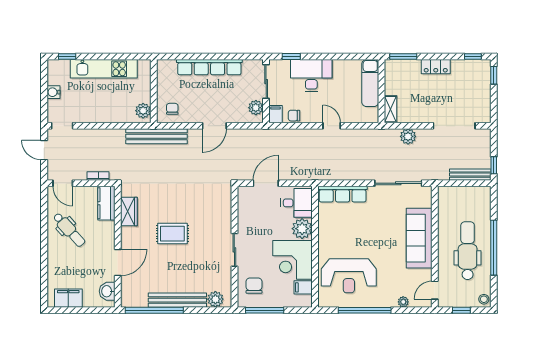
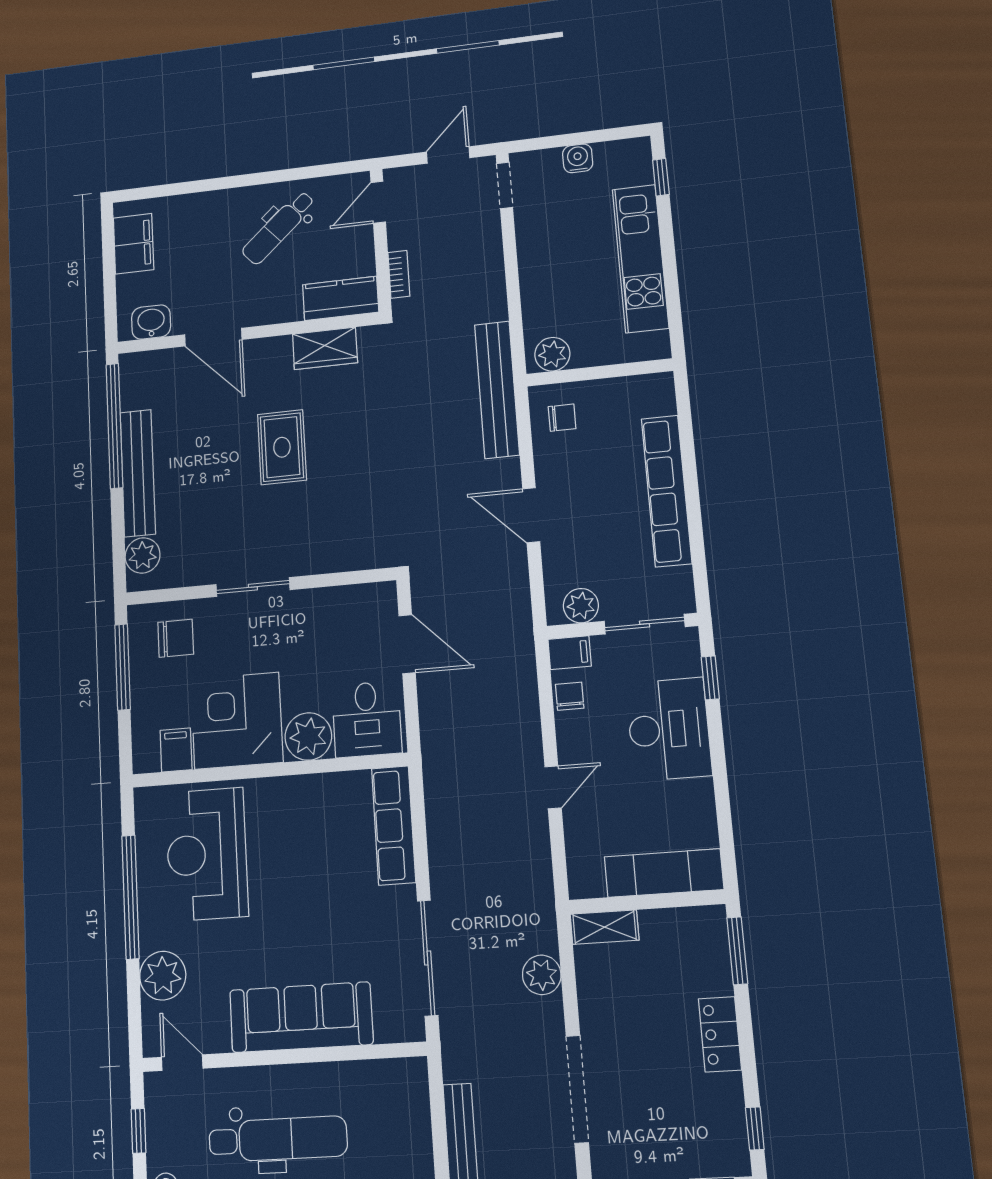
plant: (403, 302) -> (163, 976), width x1.87, depth x1.87

